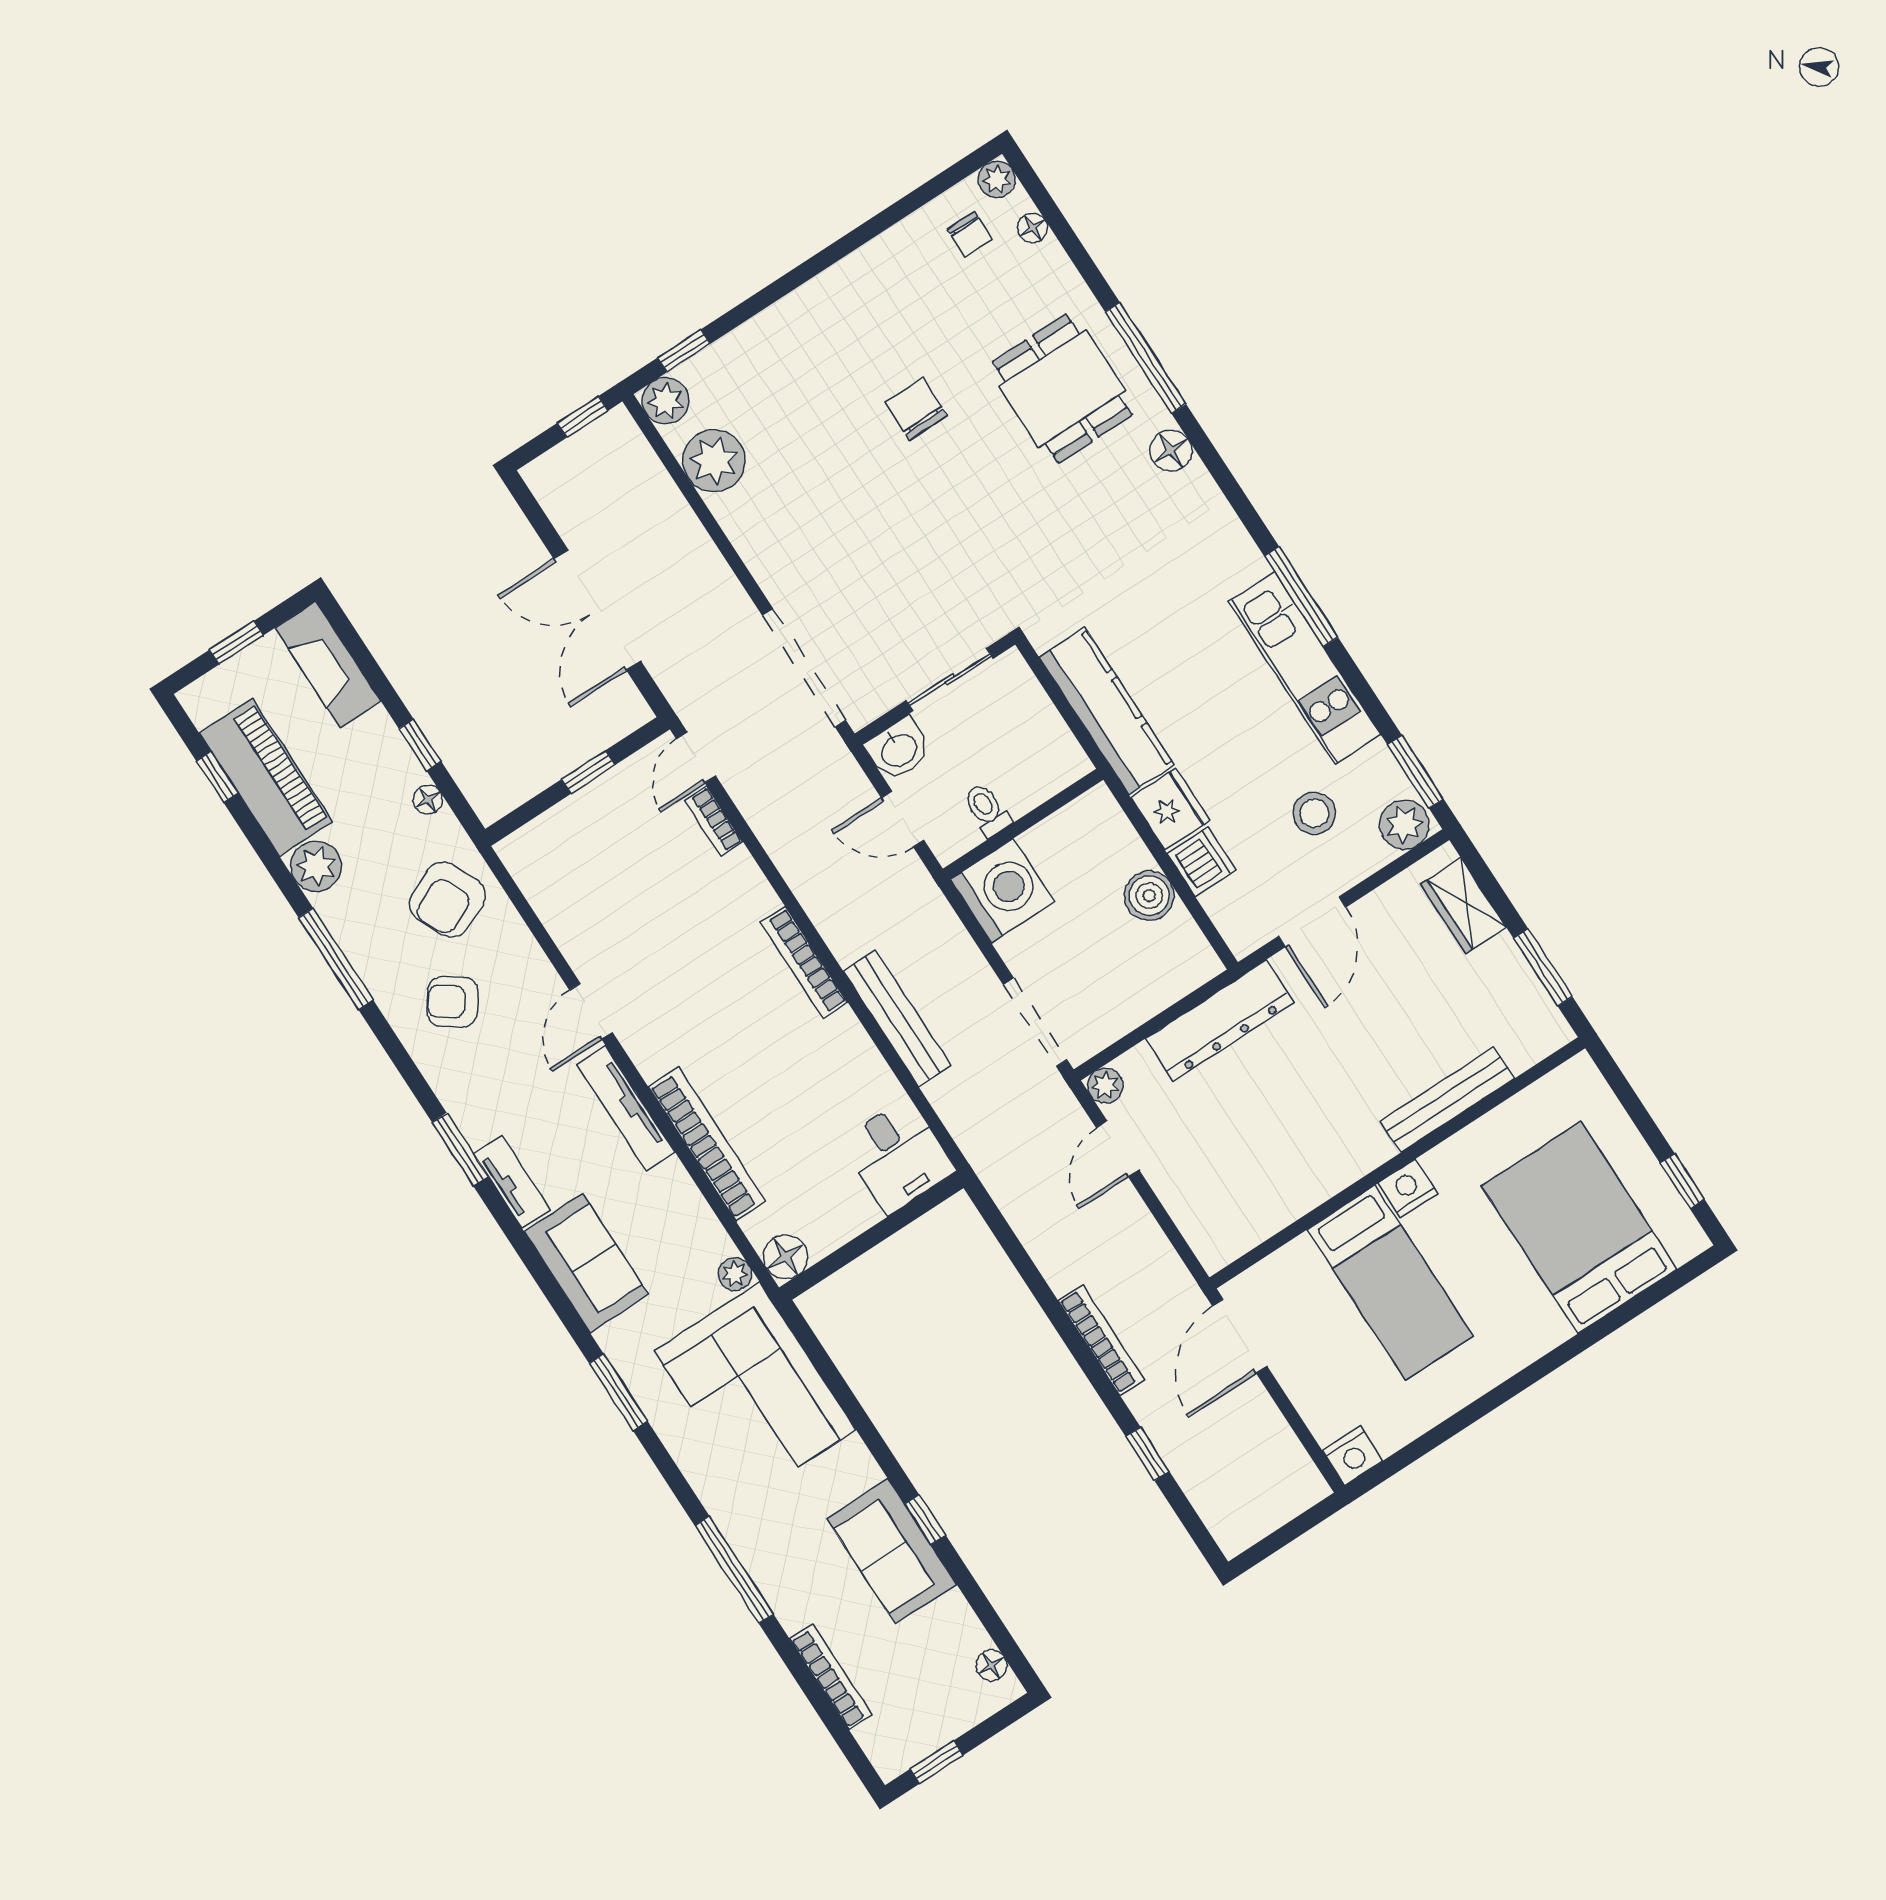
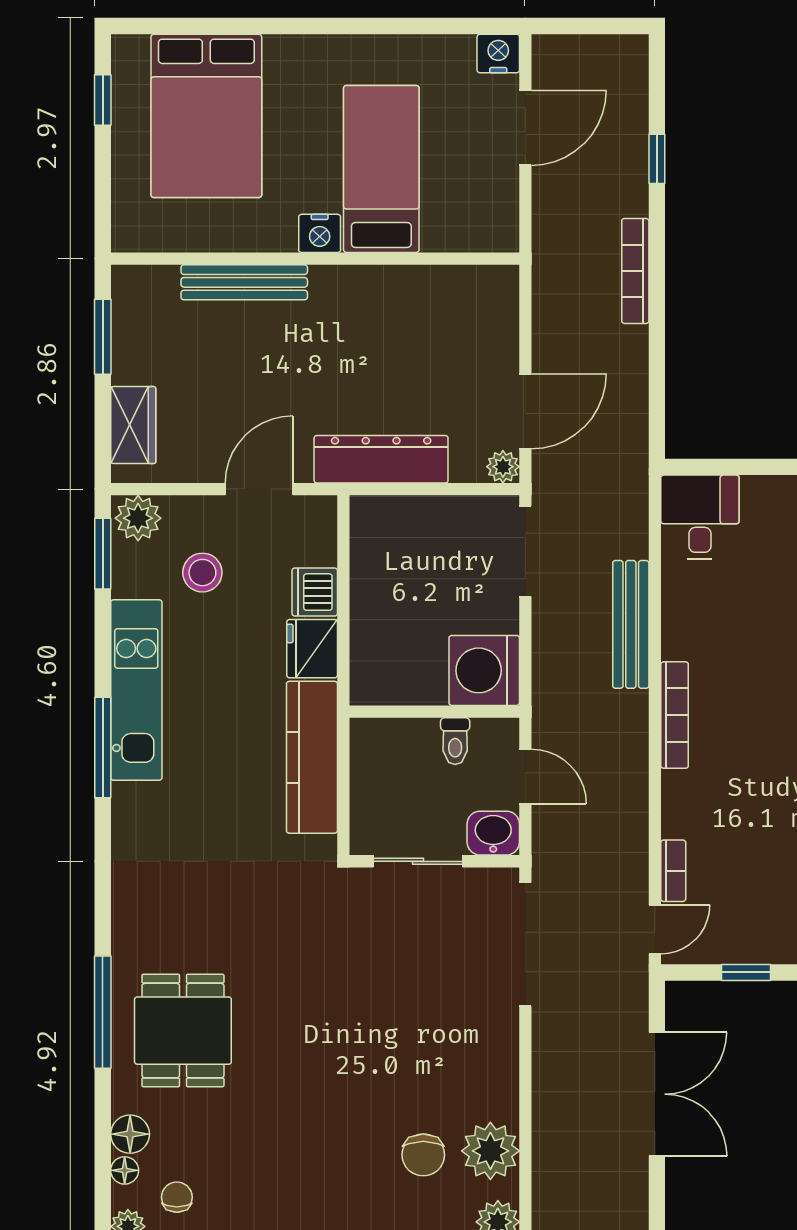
chair: (916, 409) -> (423, 1155), moved
floor lamp: (1171, 451) -> (130, 1134), moved
boiler: (1149, 896) -> (372, 592), removed
door: (1118, 1149) -> (525, 411), width x1.38
door: (1240, 1336) -> (525, 128), moved

